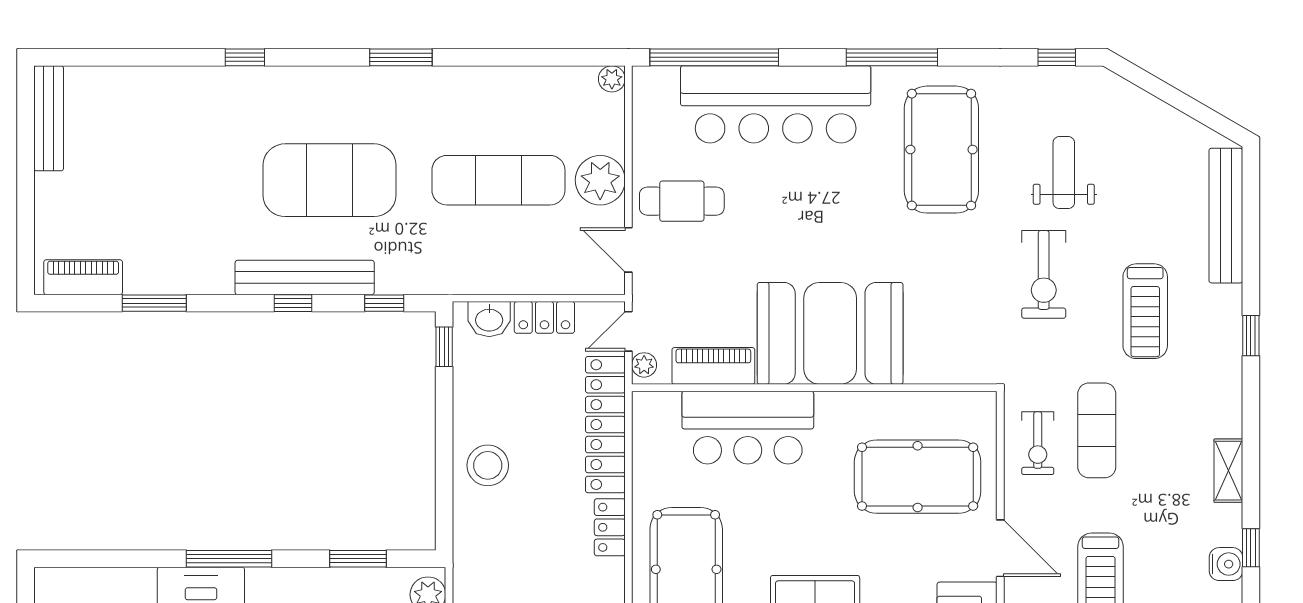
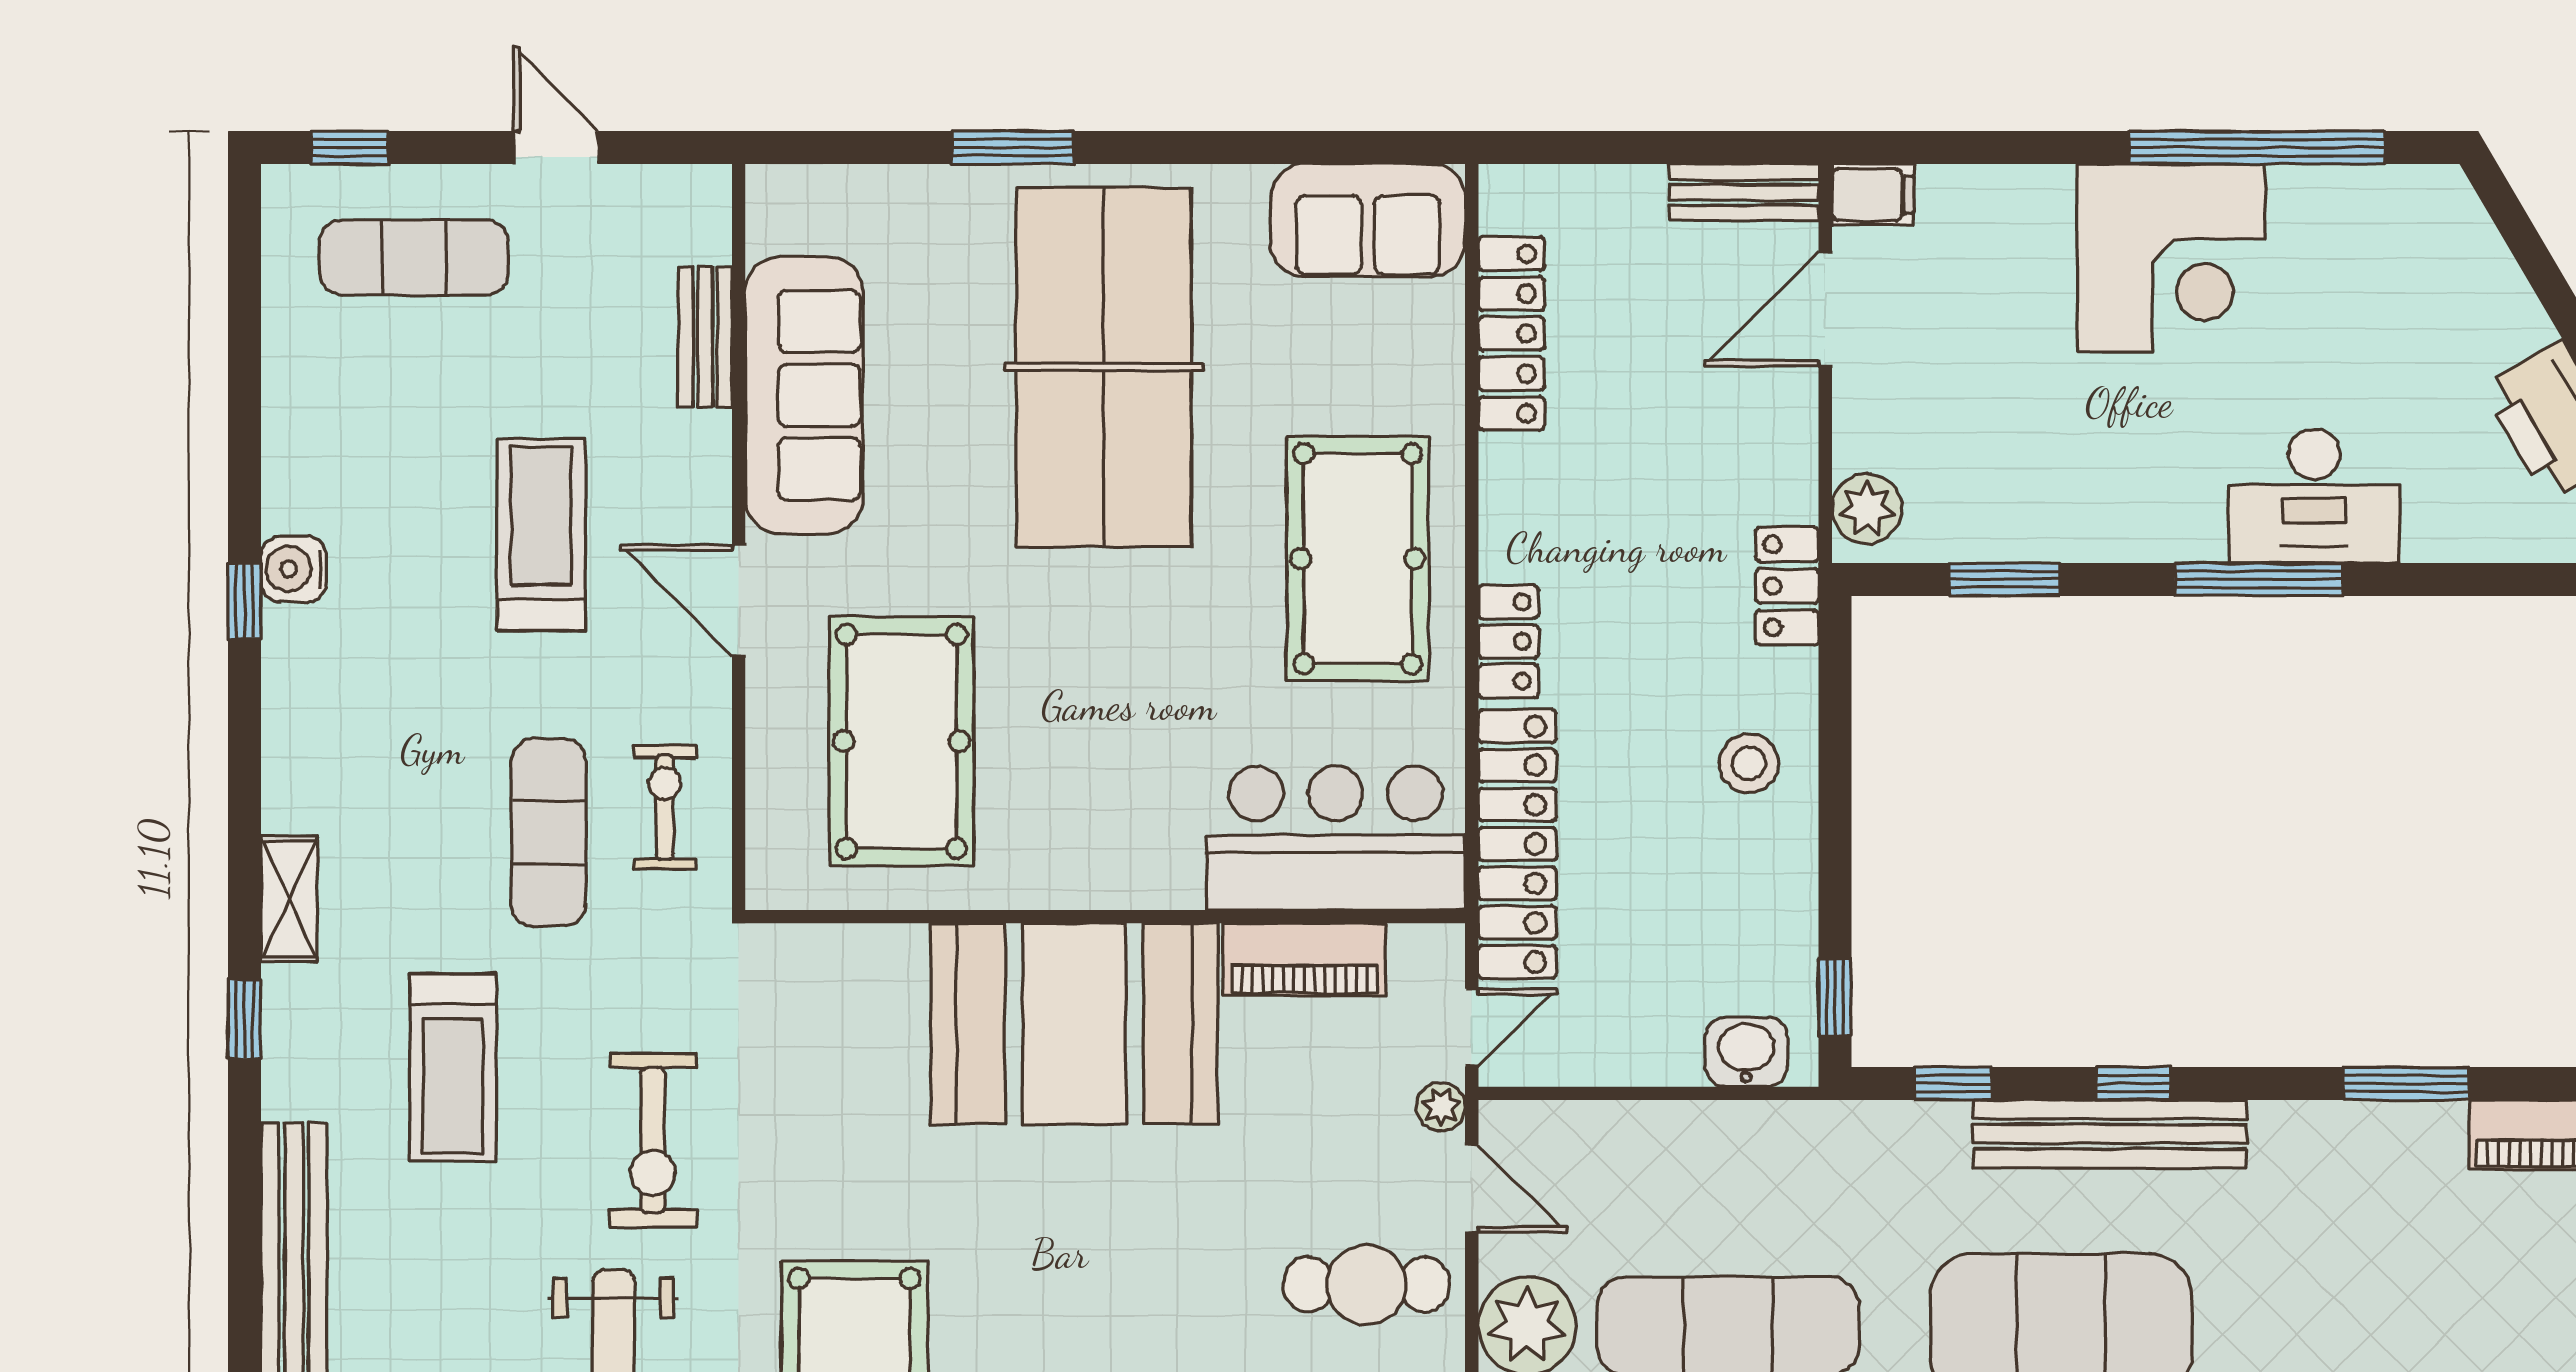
exercise bike: (1044, 274) -> (653, 1140), turned 180
treadmill: (1145, 311) -> (453, 1068), turned 180
locker: (544, 317) -> (1787, 586), moved, turned -90
plant: (644, 365) -> (1441, 1107), moved
bar counter: (748, 428) -> (1336, 838), moved
stool: (488, 465) -> (1749, 764), width x0.73, depth x0.73
shelving: (1228, 471) -> (289, 899), moved
pool table: (918, 477) -> (902, 741), turned 90

